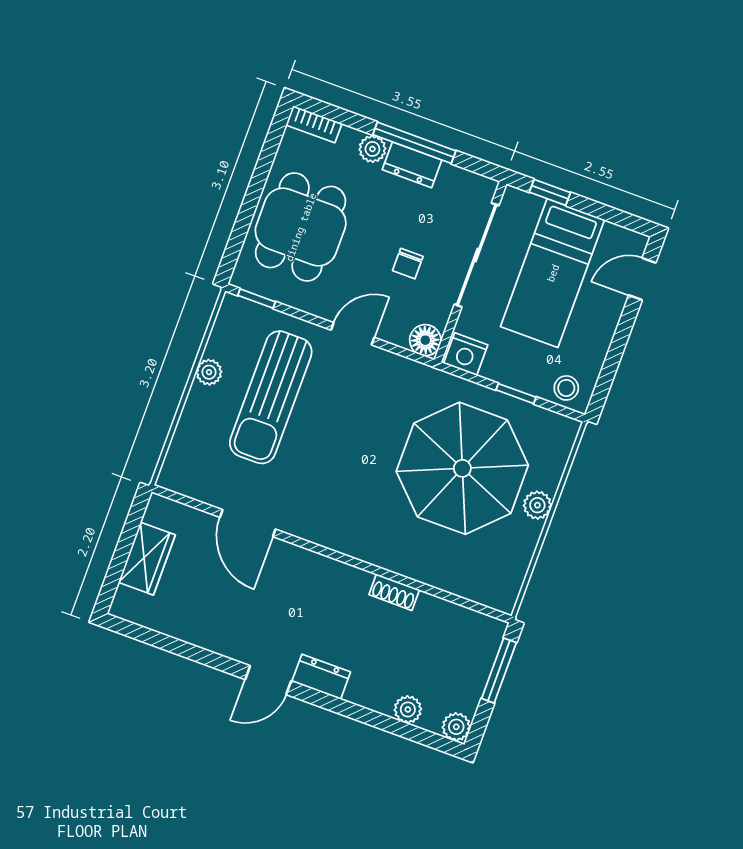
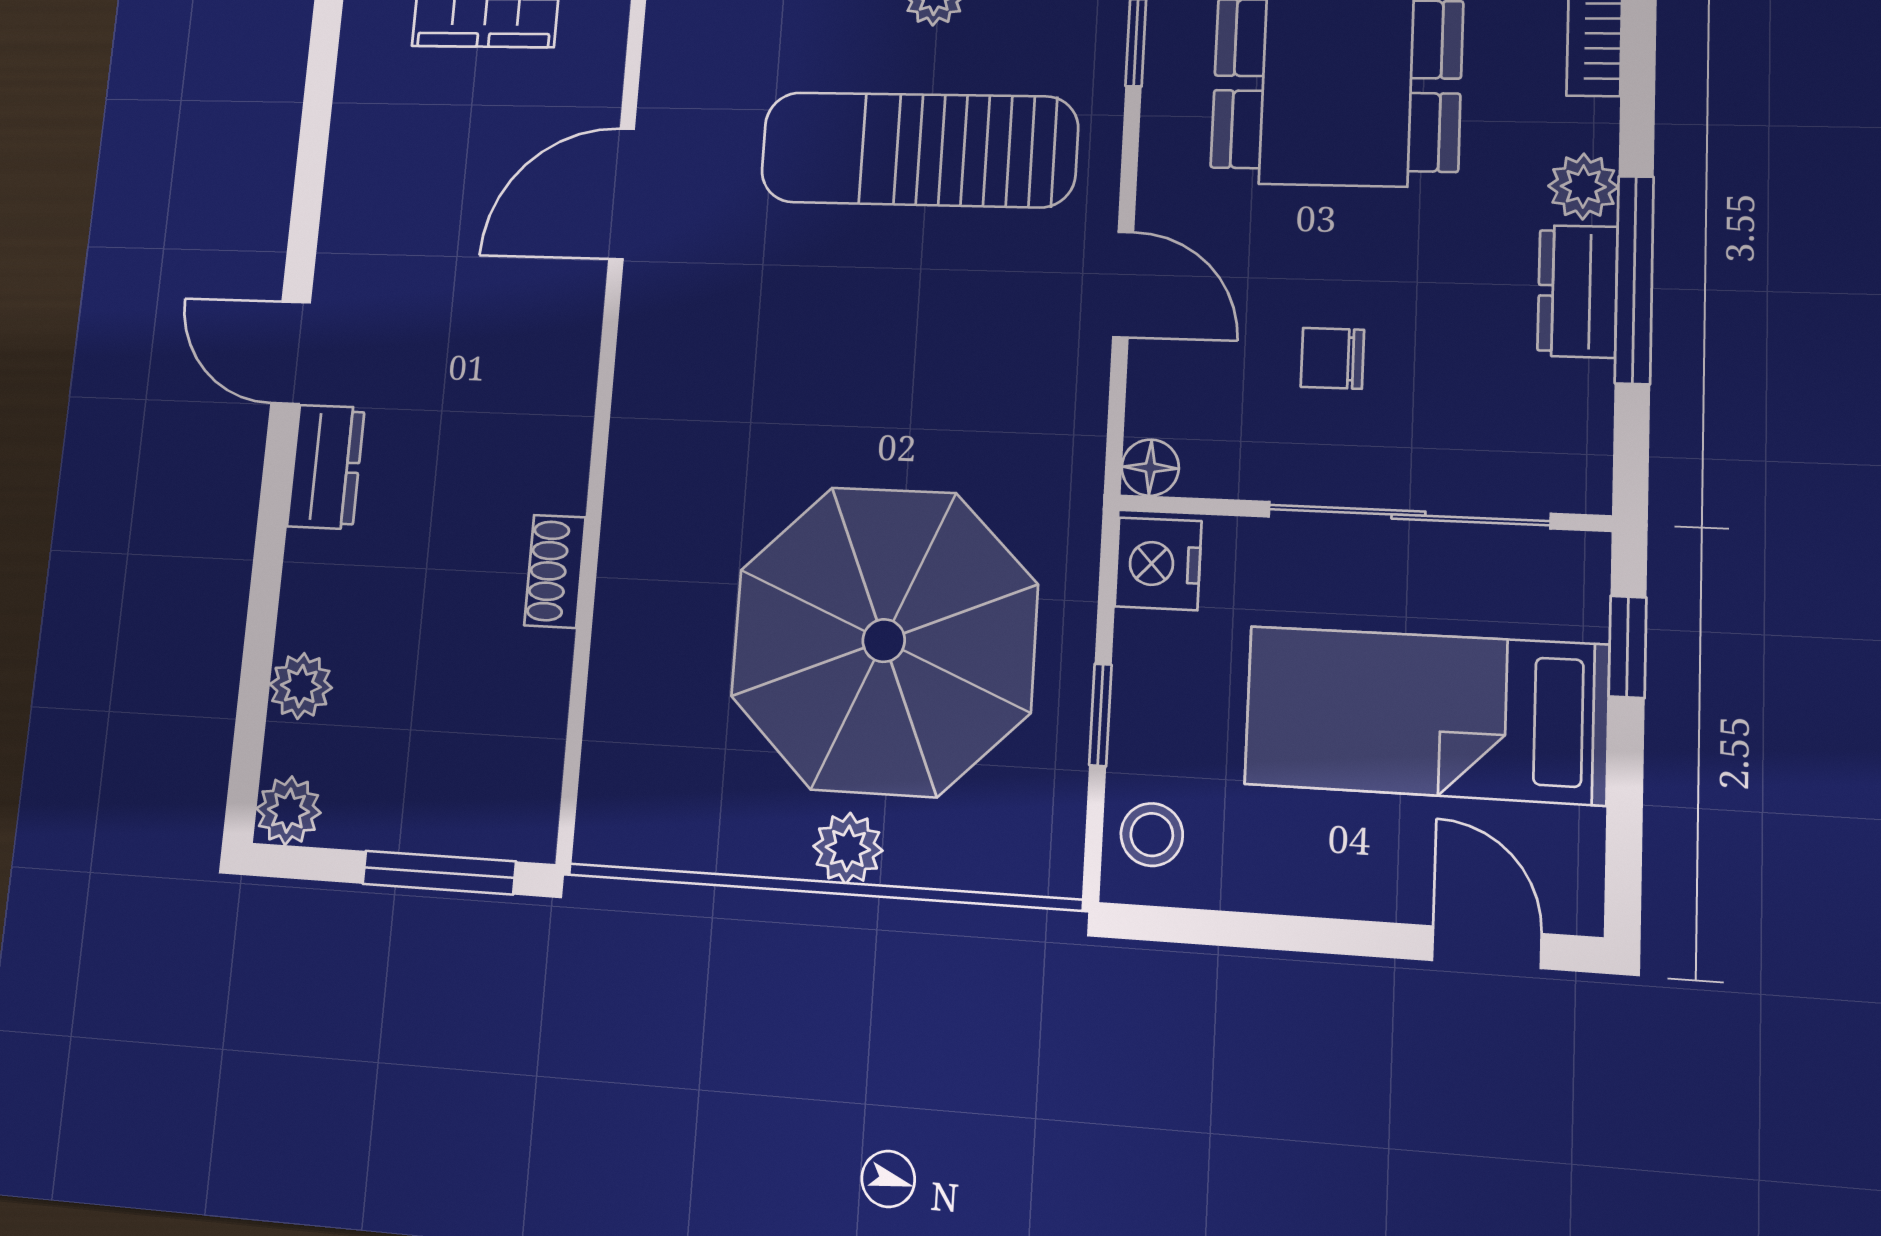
floor lamp: (425, 340) -> (1150, 468), width x0.73, depth x0.73

